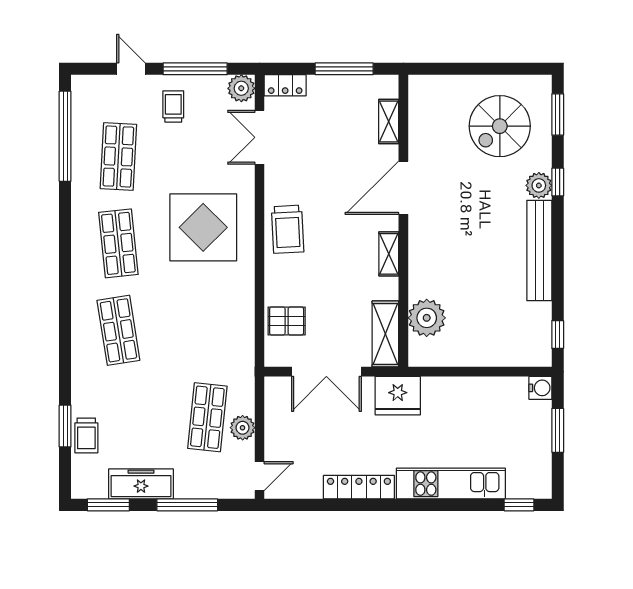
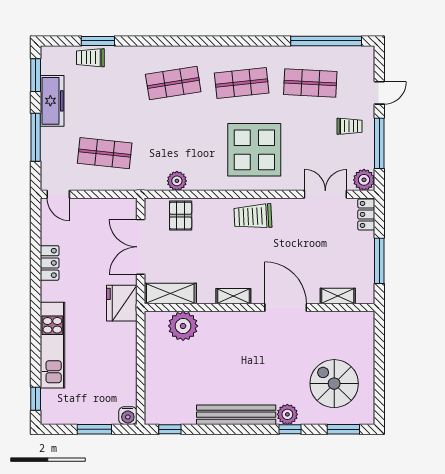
plant: (243, 428) -> (177, 181), moved
locker: (359, 487) -> (50, 263), width x0.66

